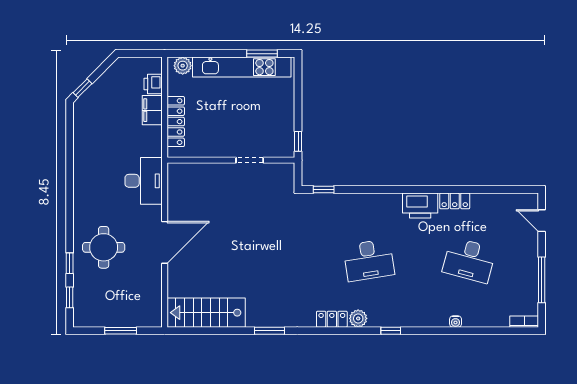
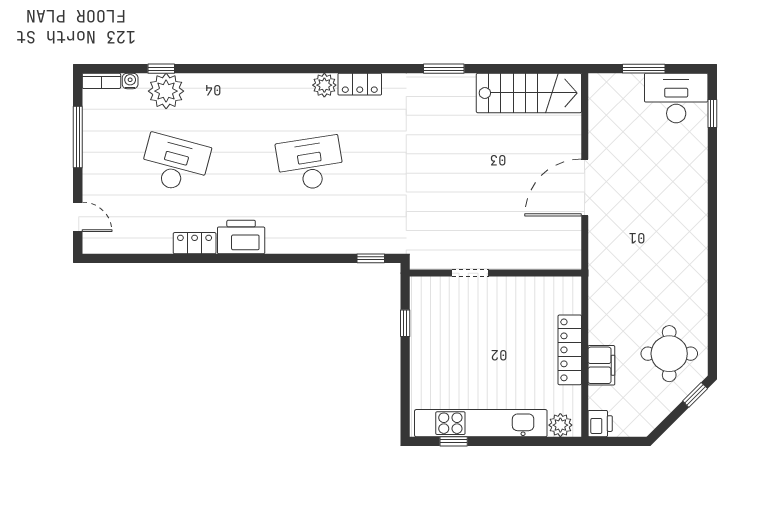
window: (262, 54) -> (454, 441), width x0.67
printer: (153, 84) -> (600, 424), moved
wall: (231, 160) -> (496, 273), moved
doorway: (250, 160) -> (470, 273), moved
desk: (144, 181) -> (676, 98), moved, turned 90
round table: (104, 247) -> (669, 354), moved
window: (70, 263) -> (712, 159), removed
plant: (476, 314) -> (166, 91), added
water cooler: (456, 322) -> (130, 81), moved
window: (391, 331) -> (161, 69), moved

